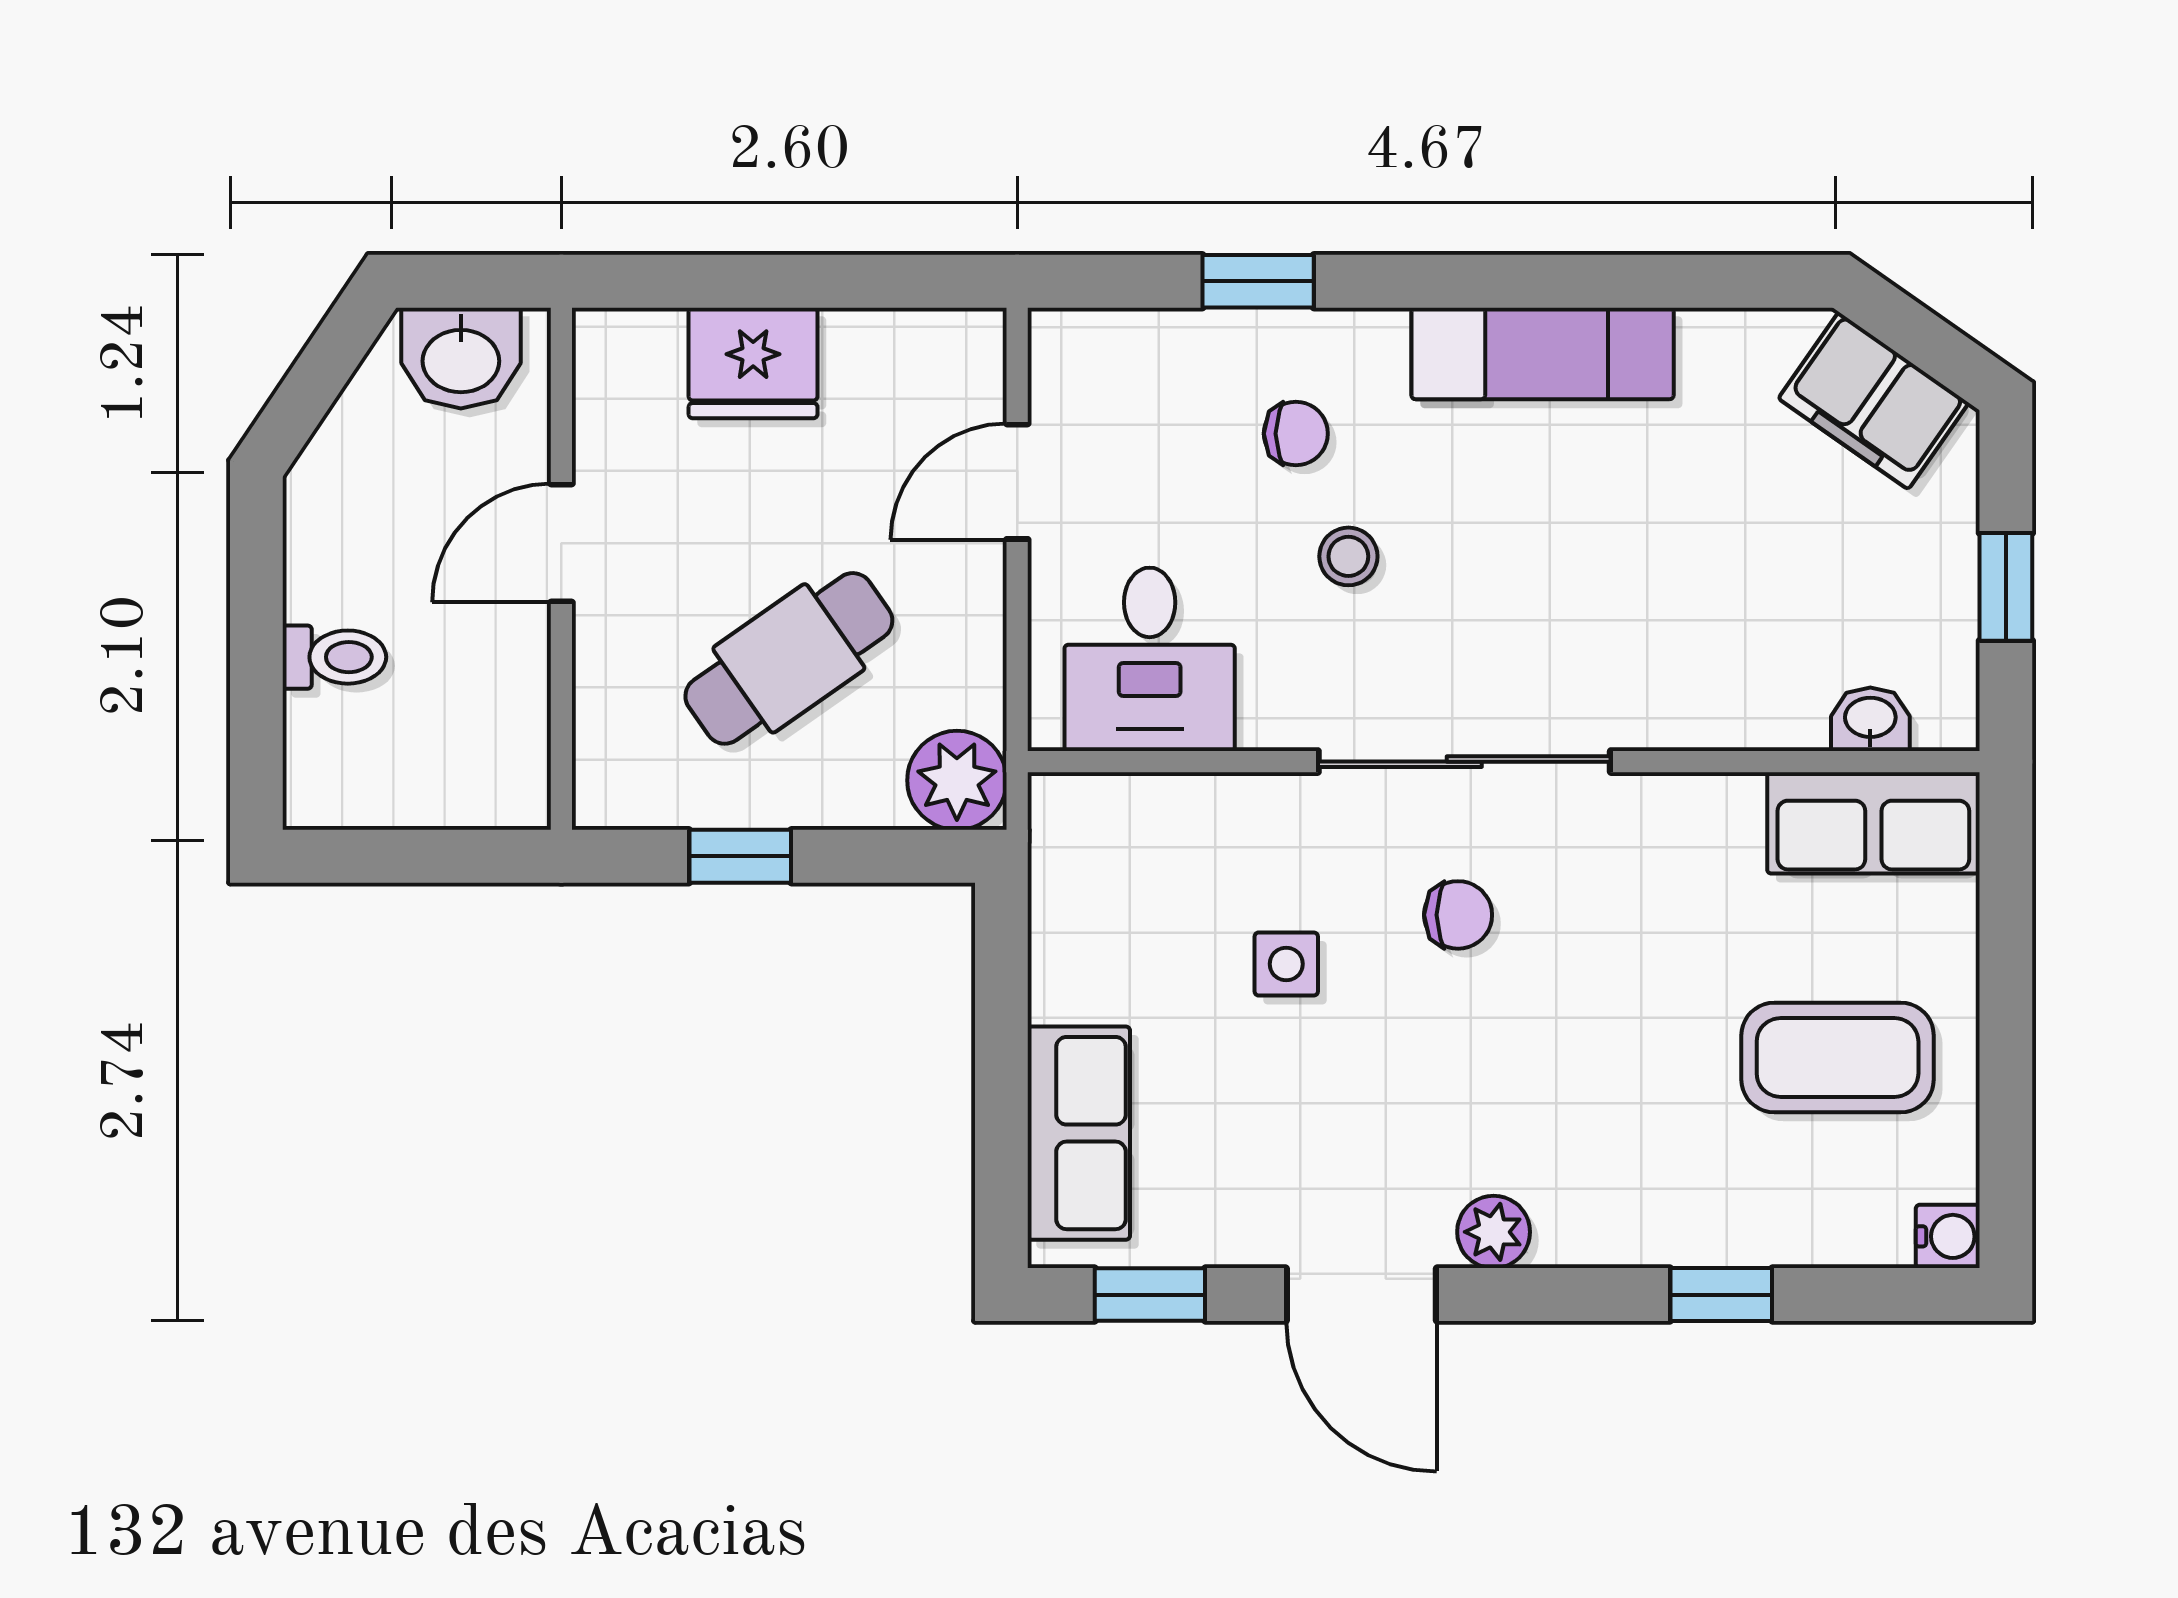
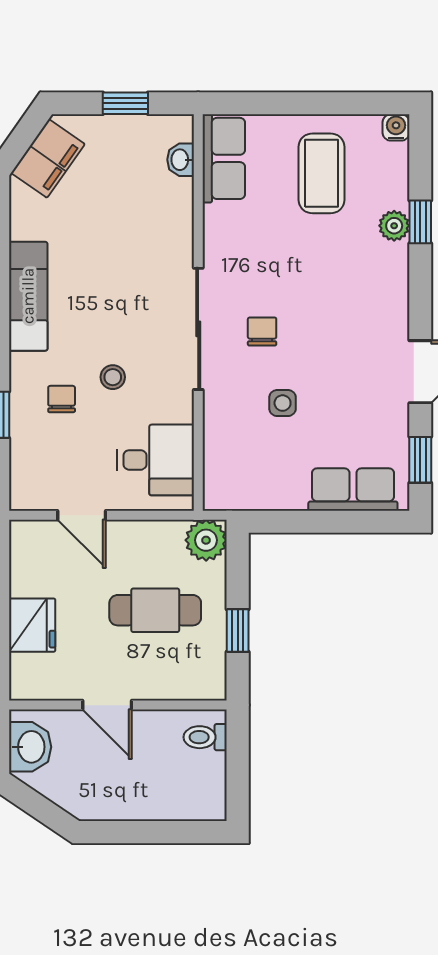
toilet: (334, 657) -> (205, 737), moved, turned -90
cafe table: (789, 658) -> (155, 610), turned -55
plant: (1494, 1232) -> (394, 226), moved

